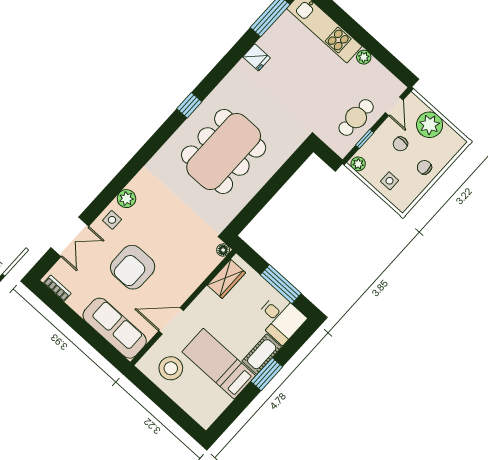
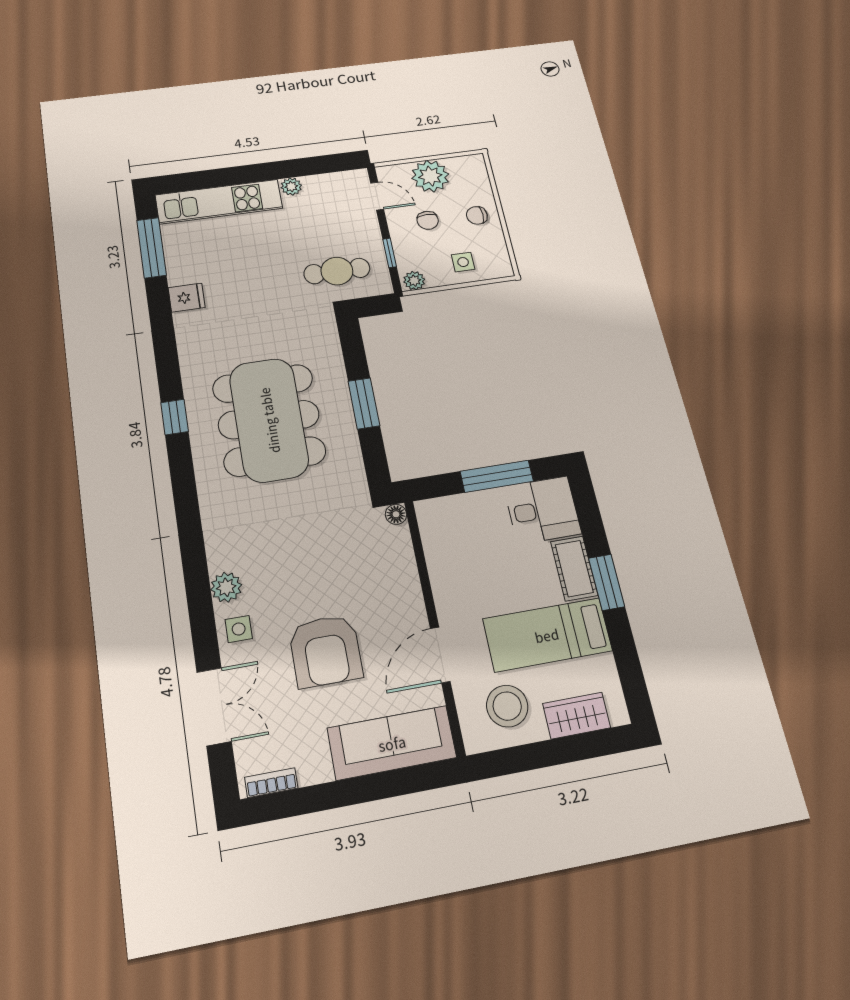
cafe table: (356, 118) -> (337, 271), moved, turned 90
window: (269, 191) -> (364, 403), added
wardrobe: (226, 279) -> (577, 716), moved, turned -90

